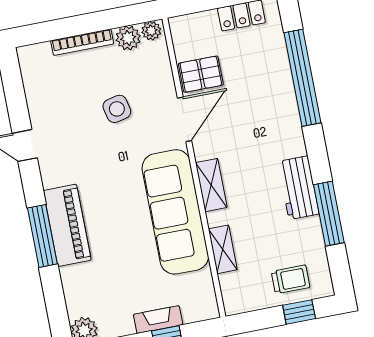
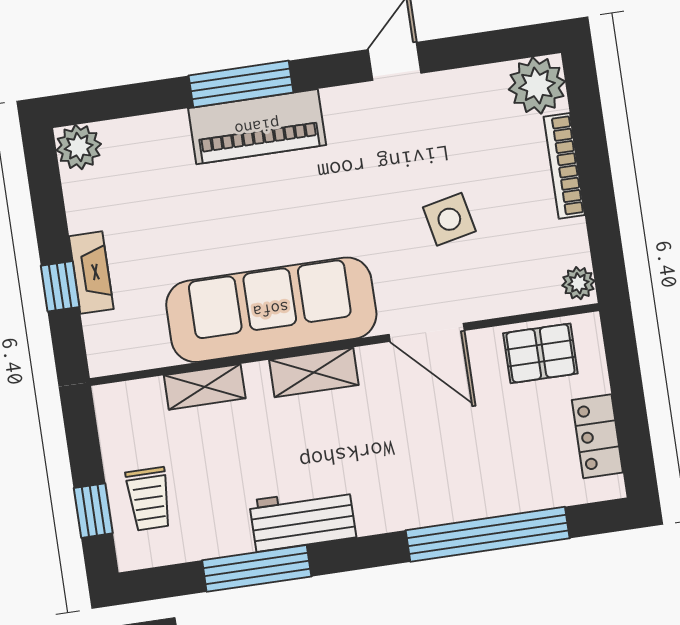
plant: (128, 38) -> (537, 85), moved, width x1.36, depth x1.36
pallet: (201, 74) -> (540, 353), moved, turned 90

